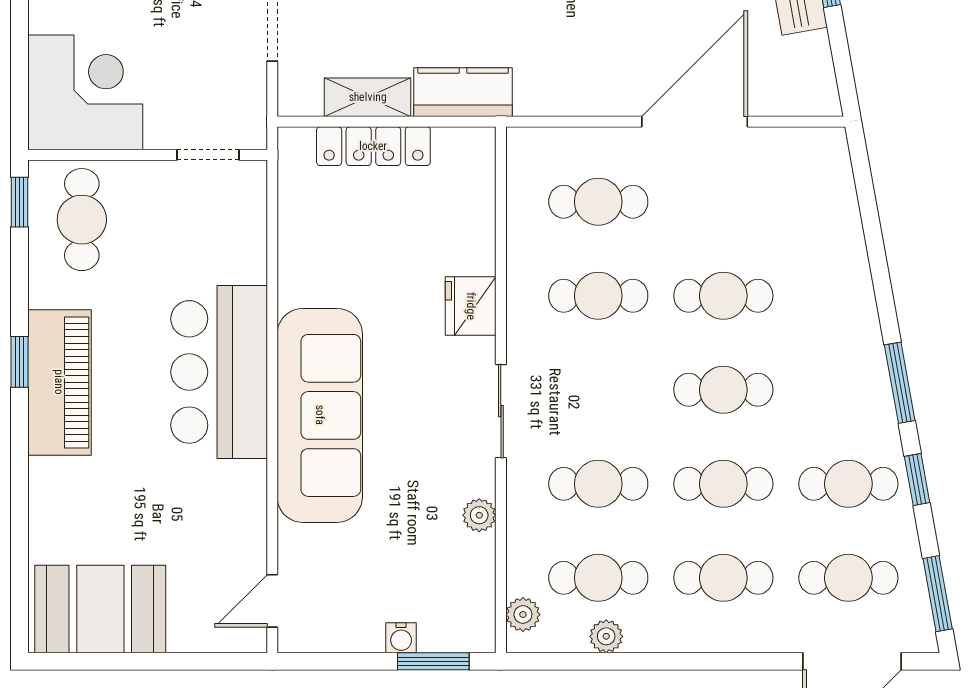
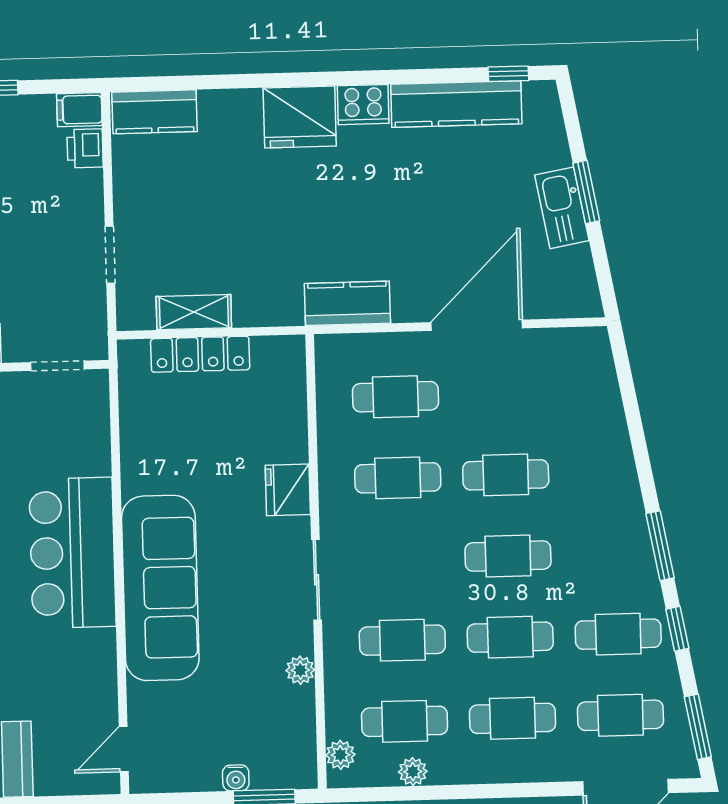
kitchen counter: (463, 92) -> (347, 303), moved

